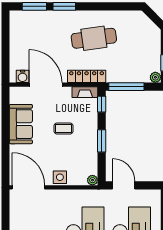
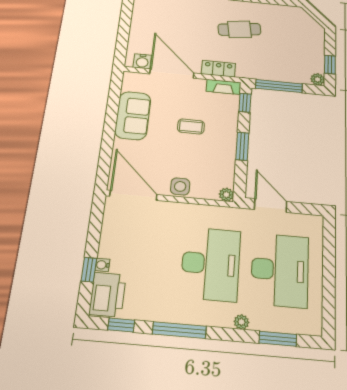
cafe table: (94, 38) -> (239, 29), width x0.73, depth x0.74
locker: (87, 76) -> (218, 69), width x0.66

